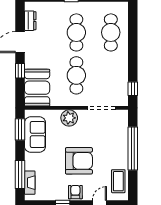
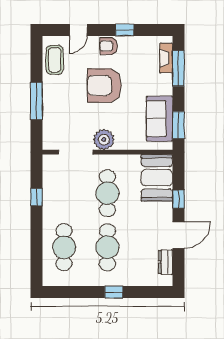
window: (133, 89) -> (36, 197), moved
plant: (69, 118) -> (104, 140), moved
window: (133, 149) -> (36, 101), width x0.68
armchair: (75, 192) -> (109, 46), turned 90

